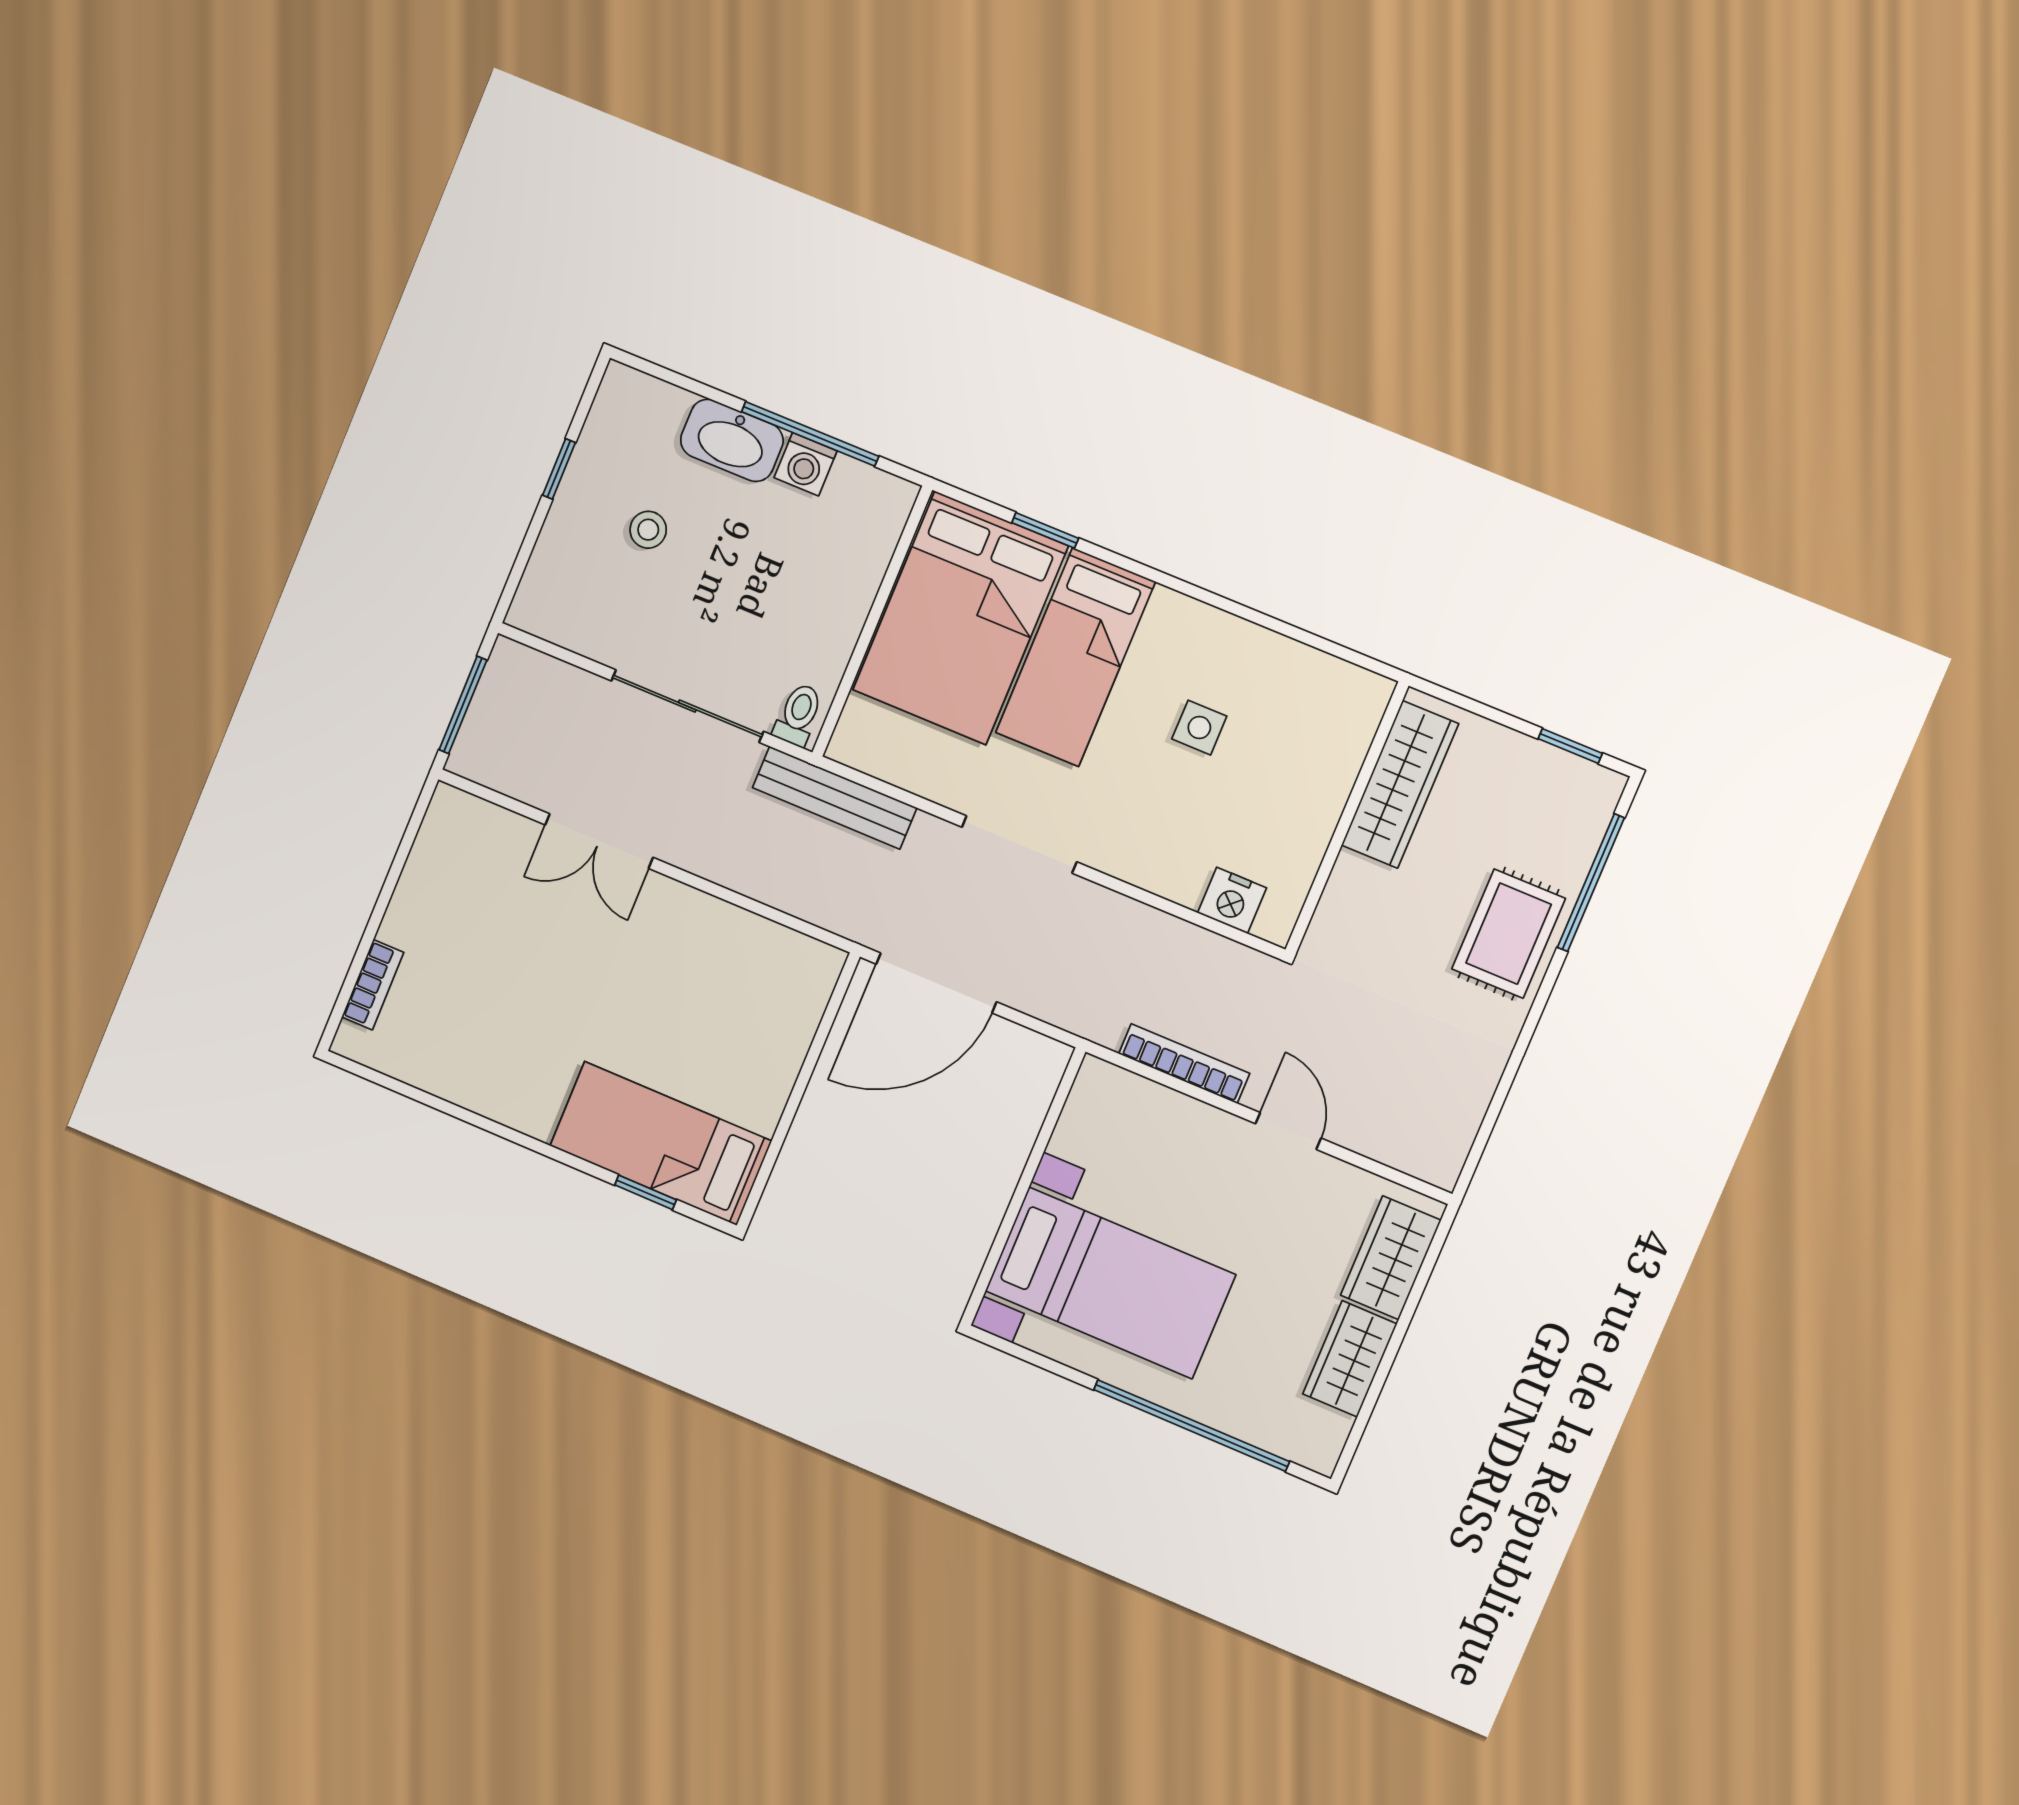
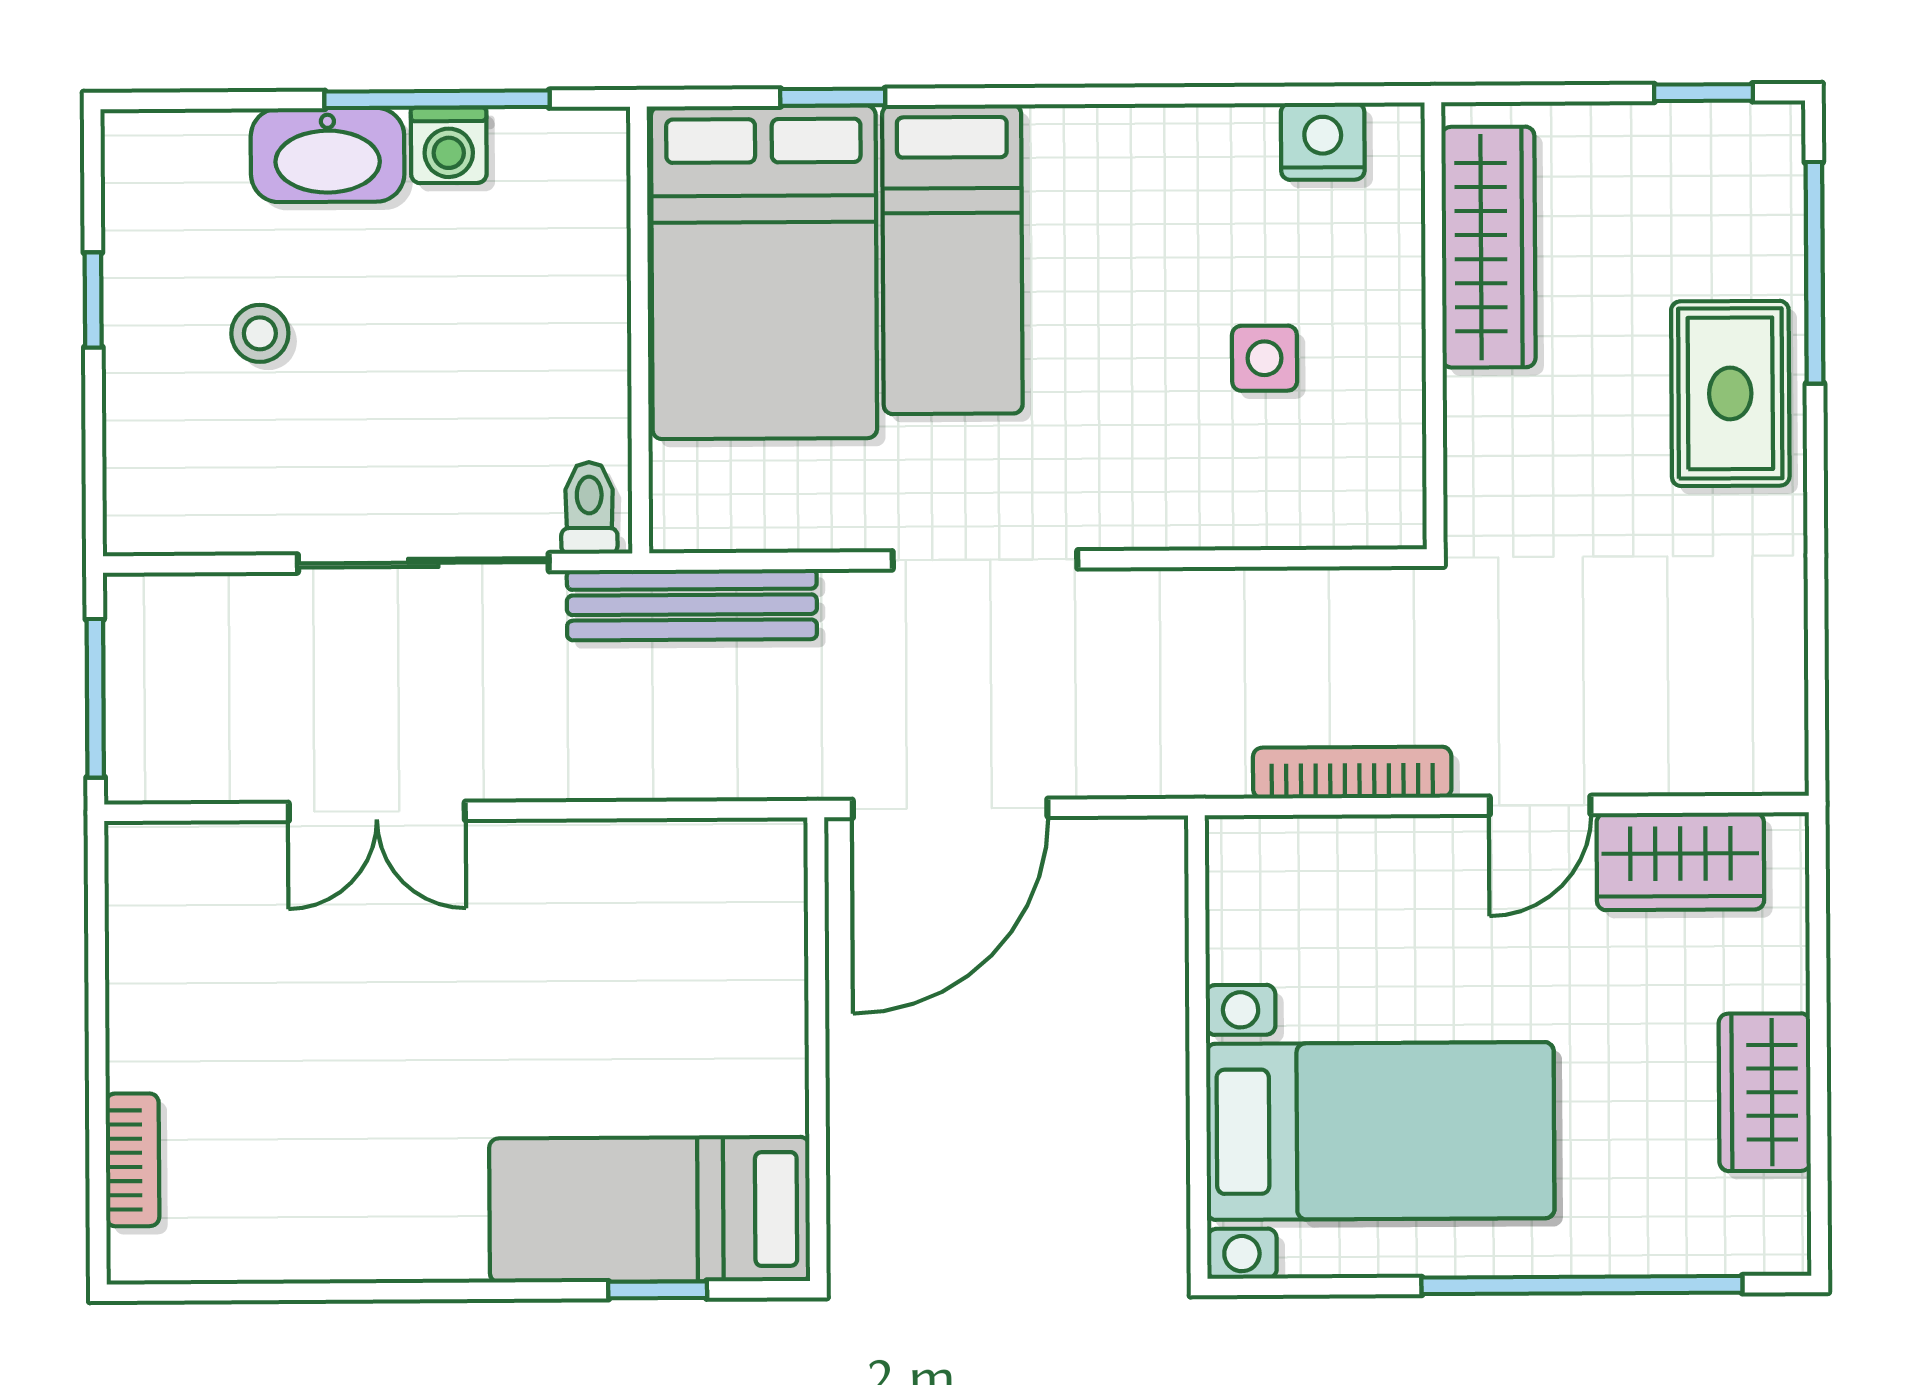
side table: (1199, 728) -> (1265, 358), moved
nightstand: (1232, 900) -> (1323, 141), moved, turned 180
door: (1288, 1131) -> (1540, 805), swing flipped
wardrobe: (1391, 1258) -> (1680, 861), moved, turned -90

